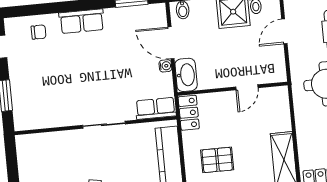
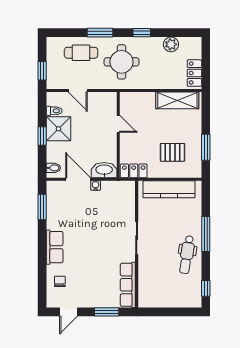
door: (171, 43) -> (78, 179), swing flipped
row of seats: (156, 108) -> (128, 285), moved, width x1.48
pallet: (217, 160) -> (172, 152), turned 90

